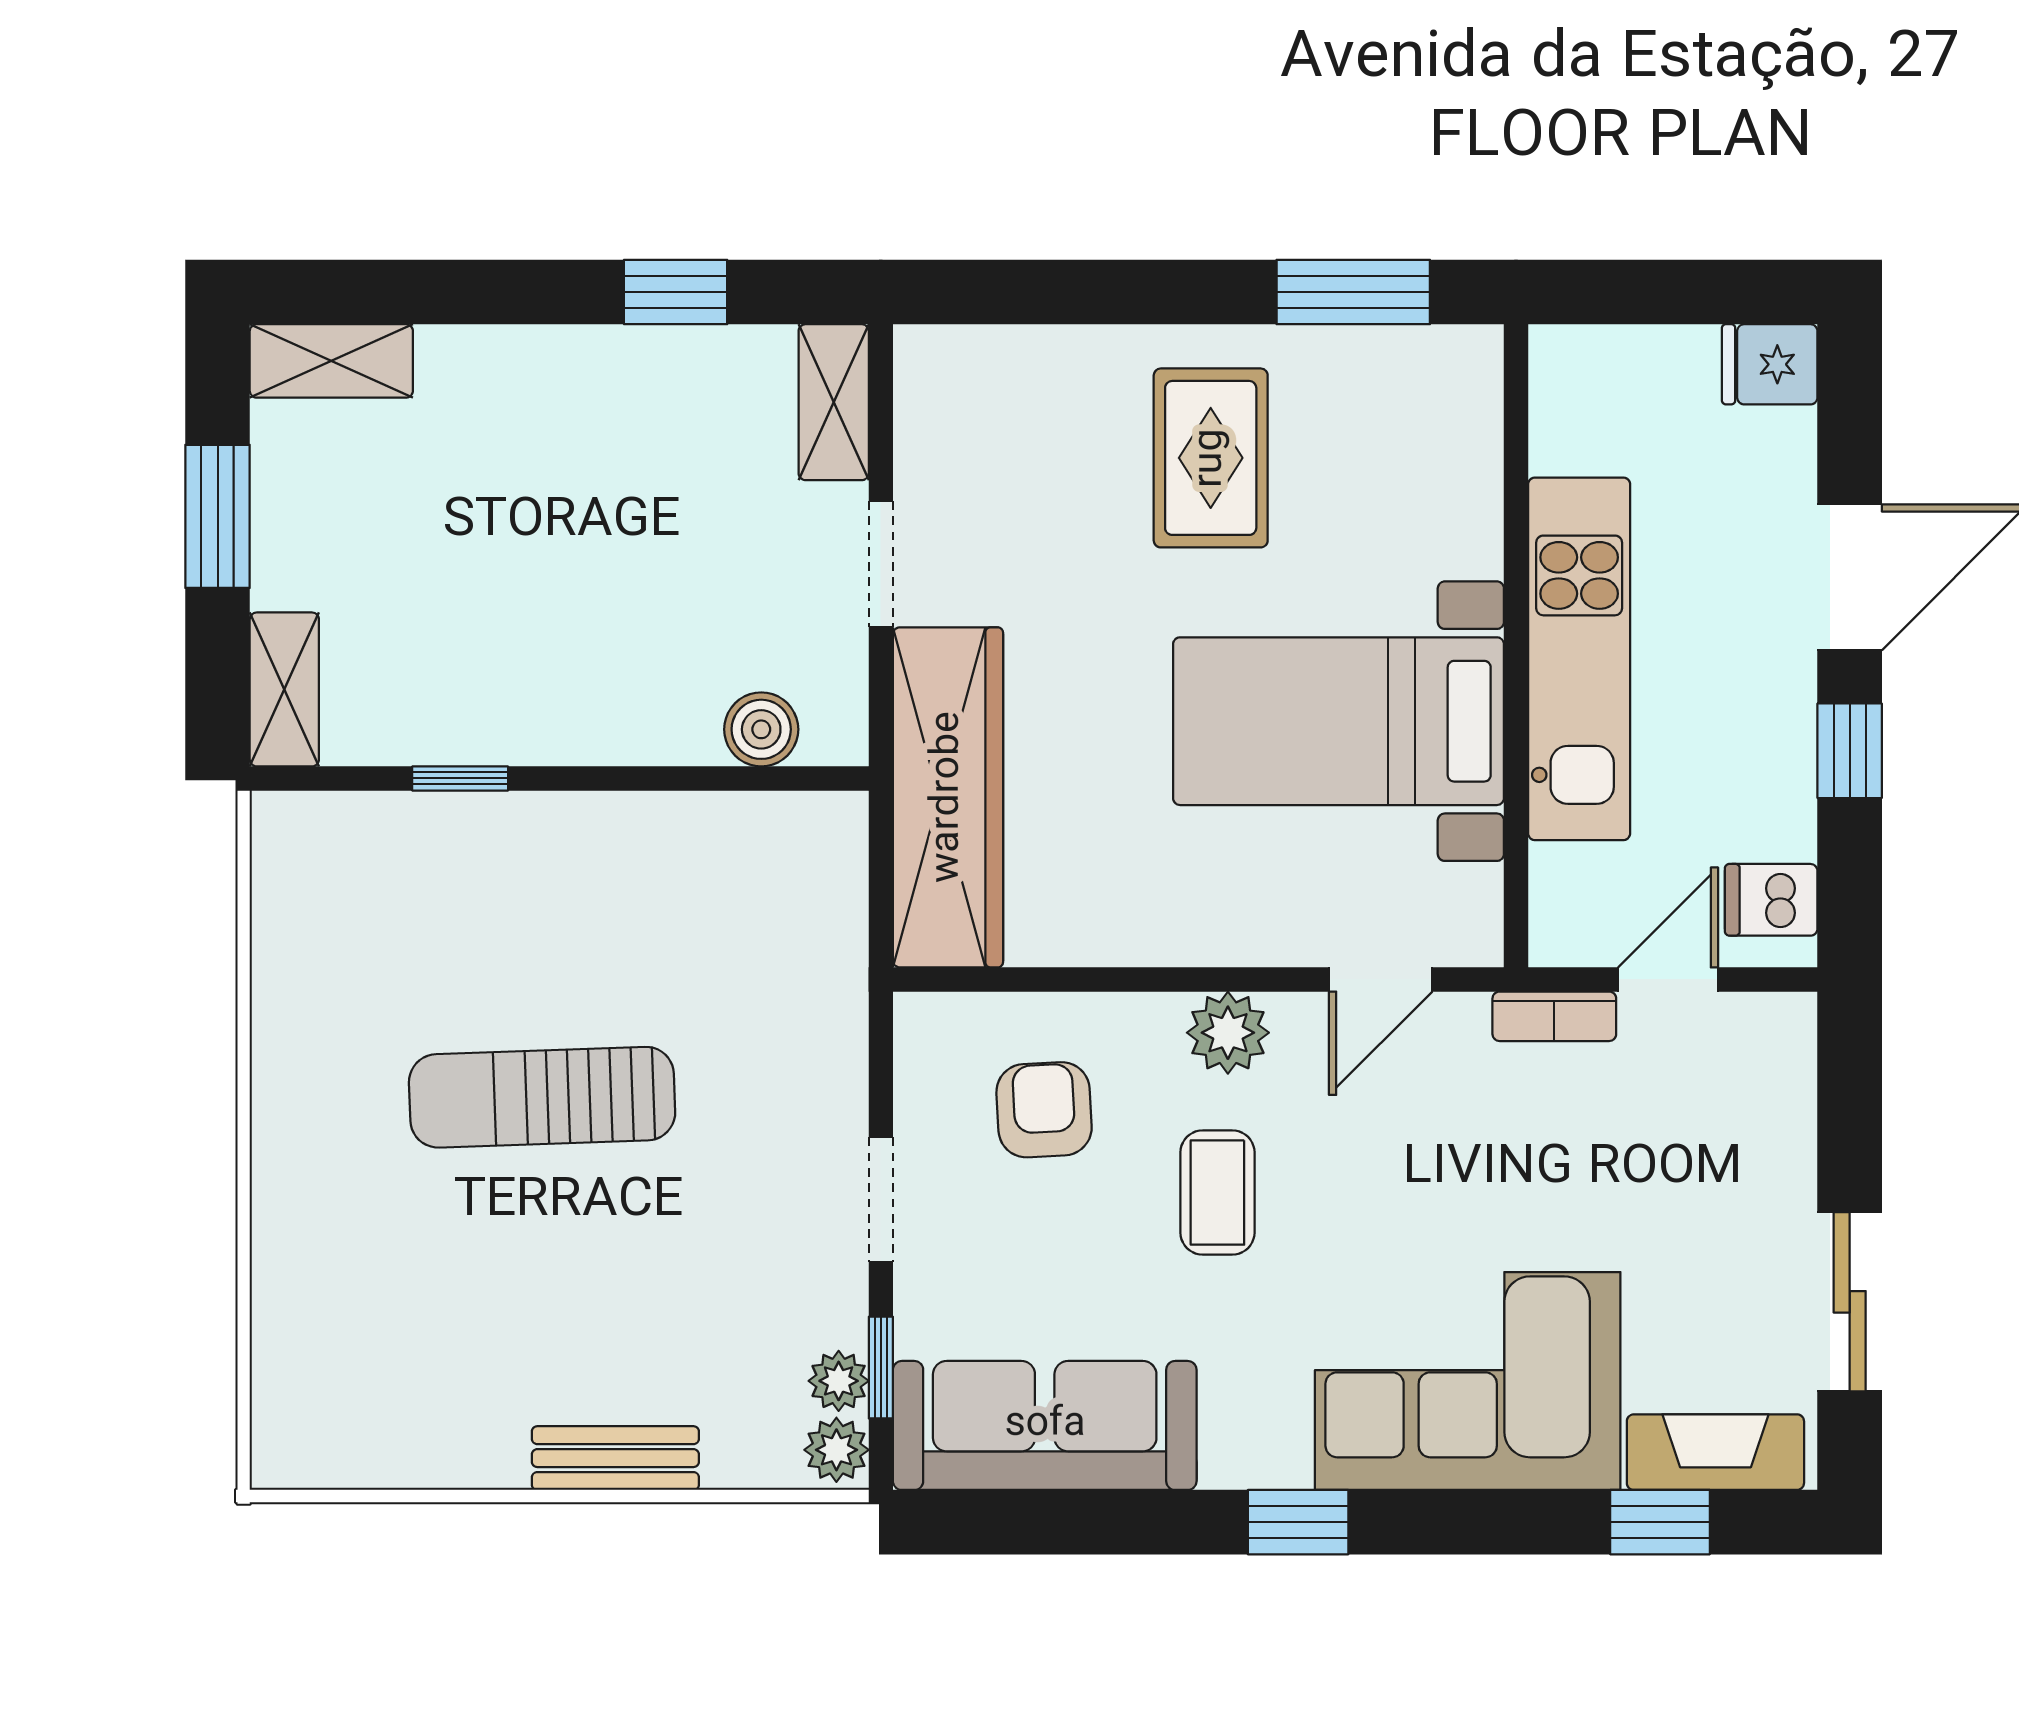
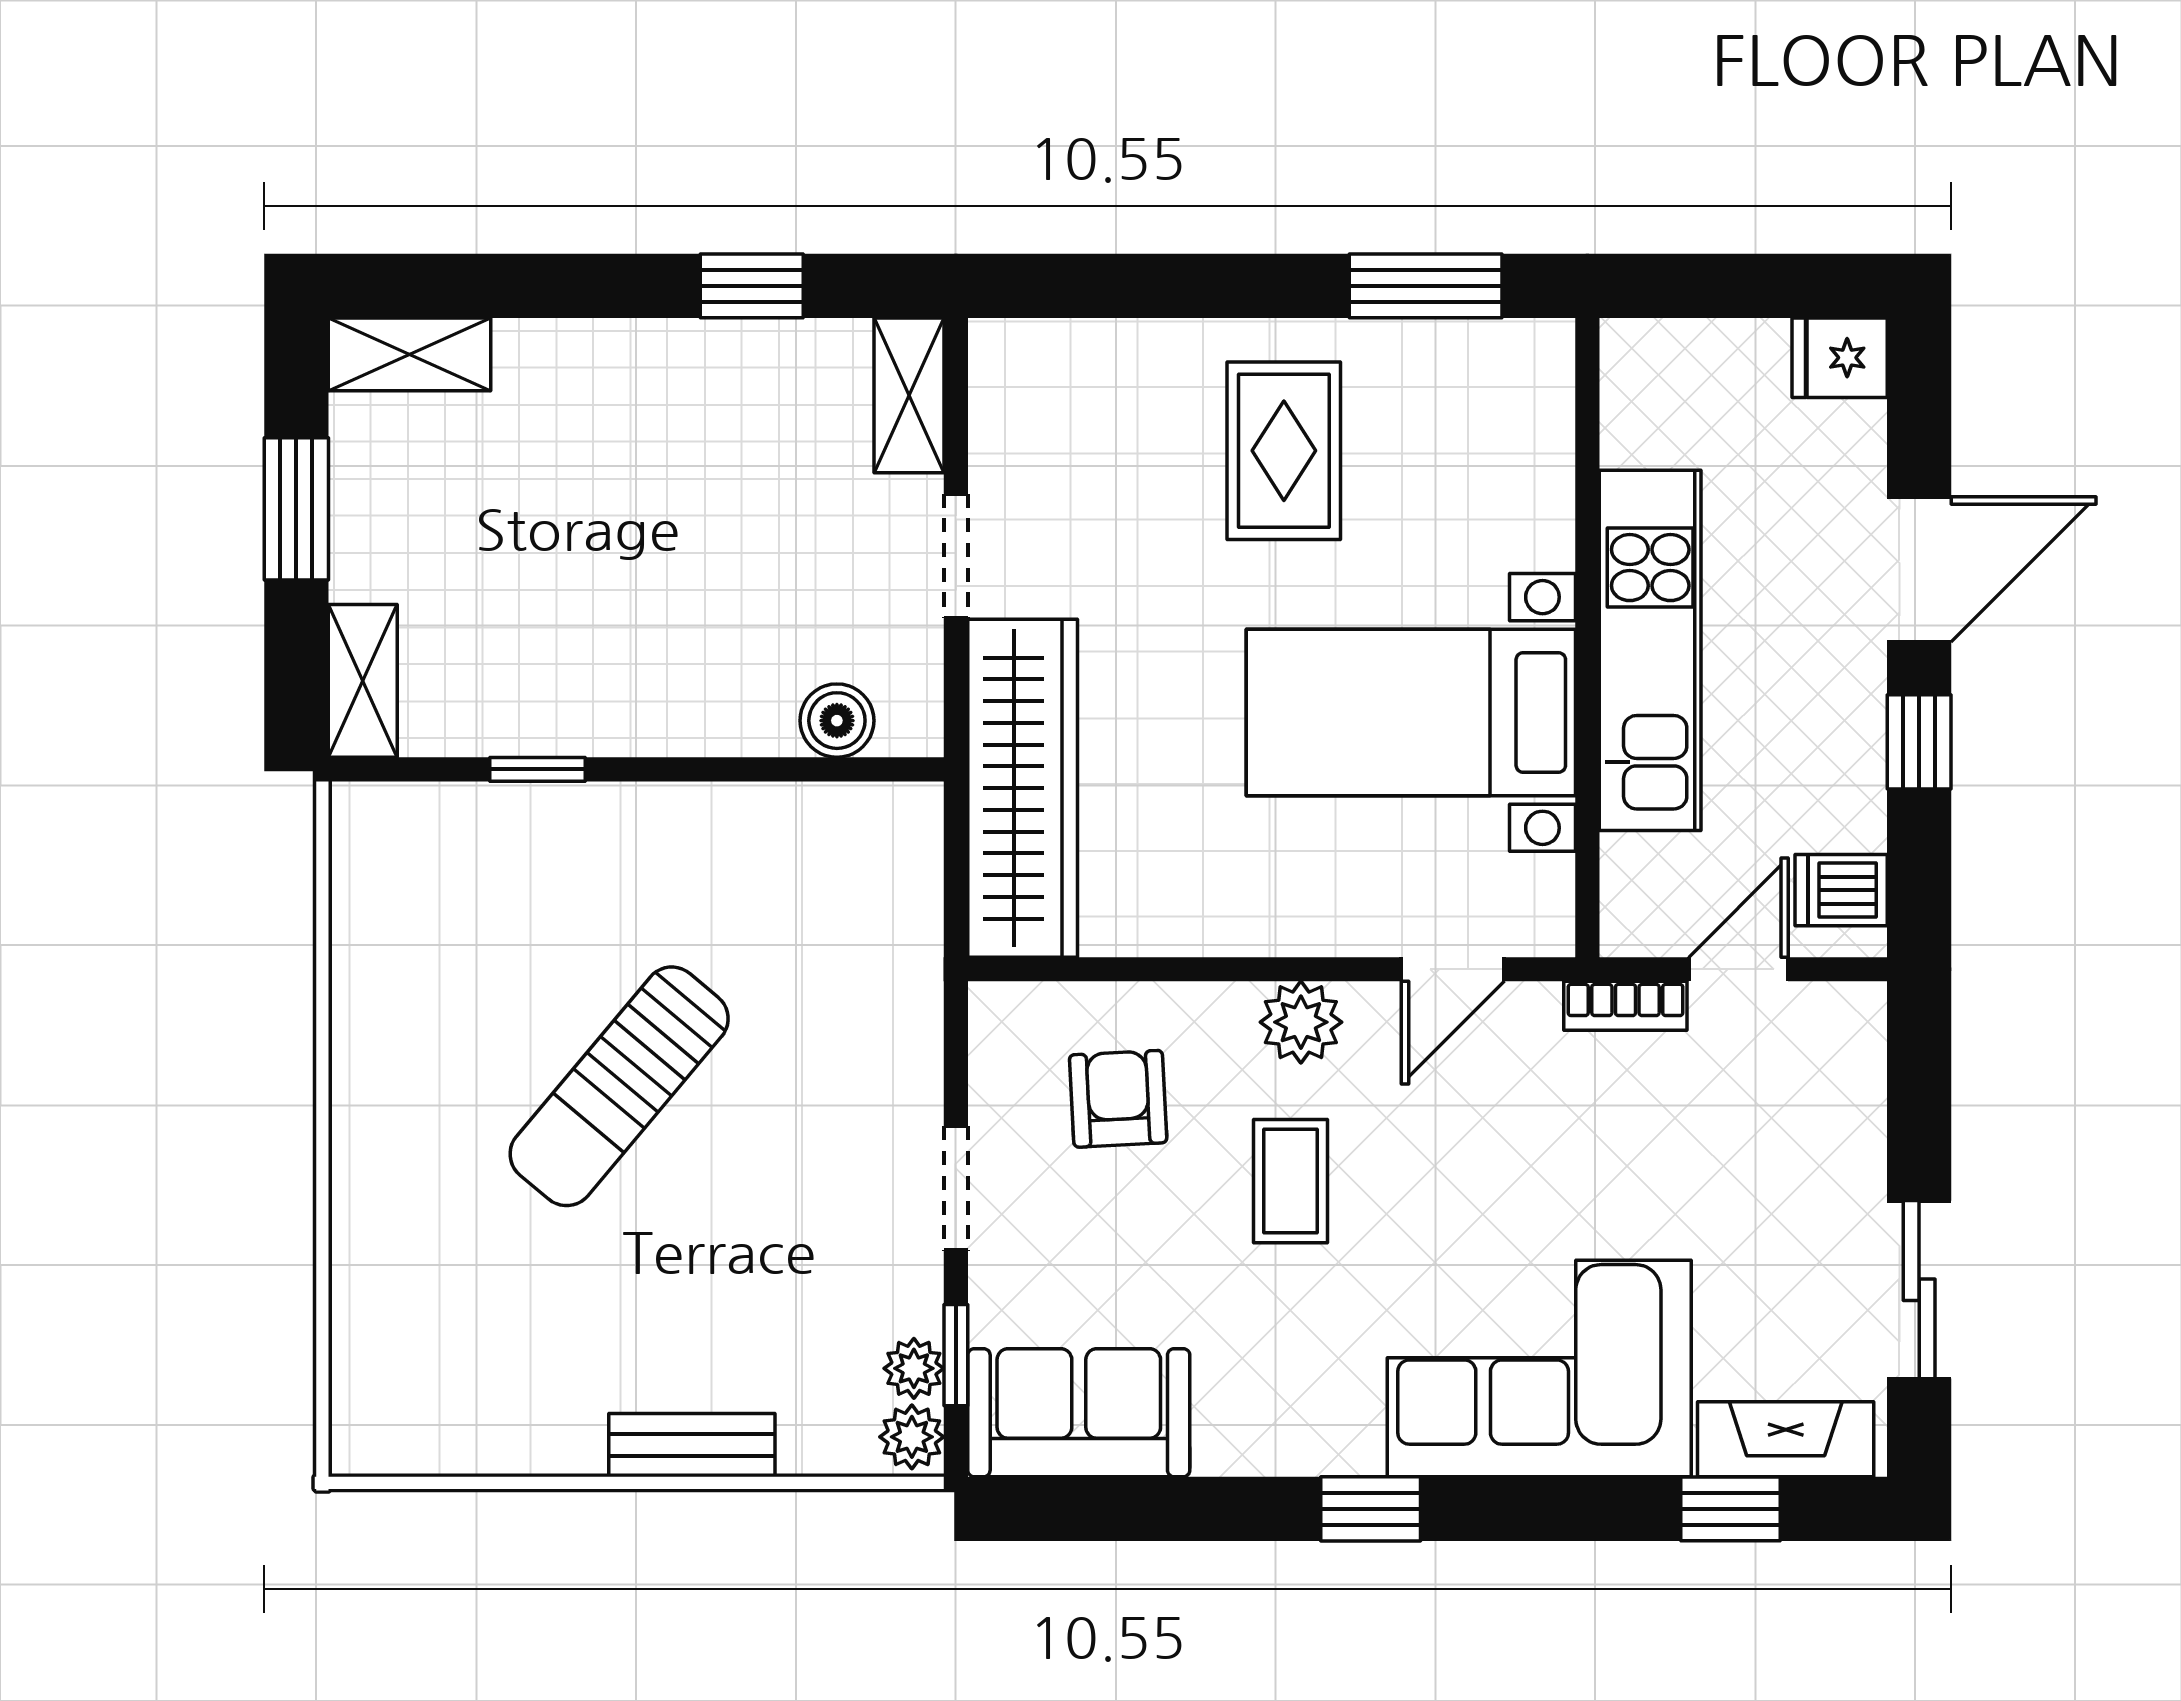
sun lounger: (542, 1097) -> (619, 1086), turned -48
sofa: (1045, 1425) -> (1079, 1413), width x0.73

